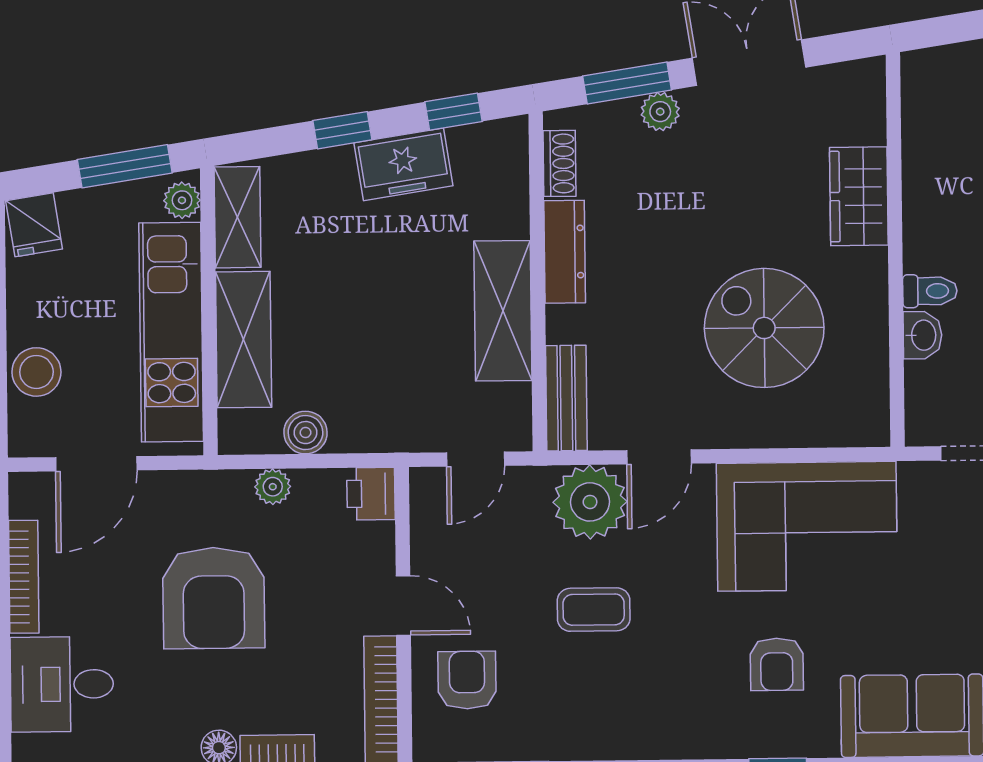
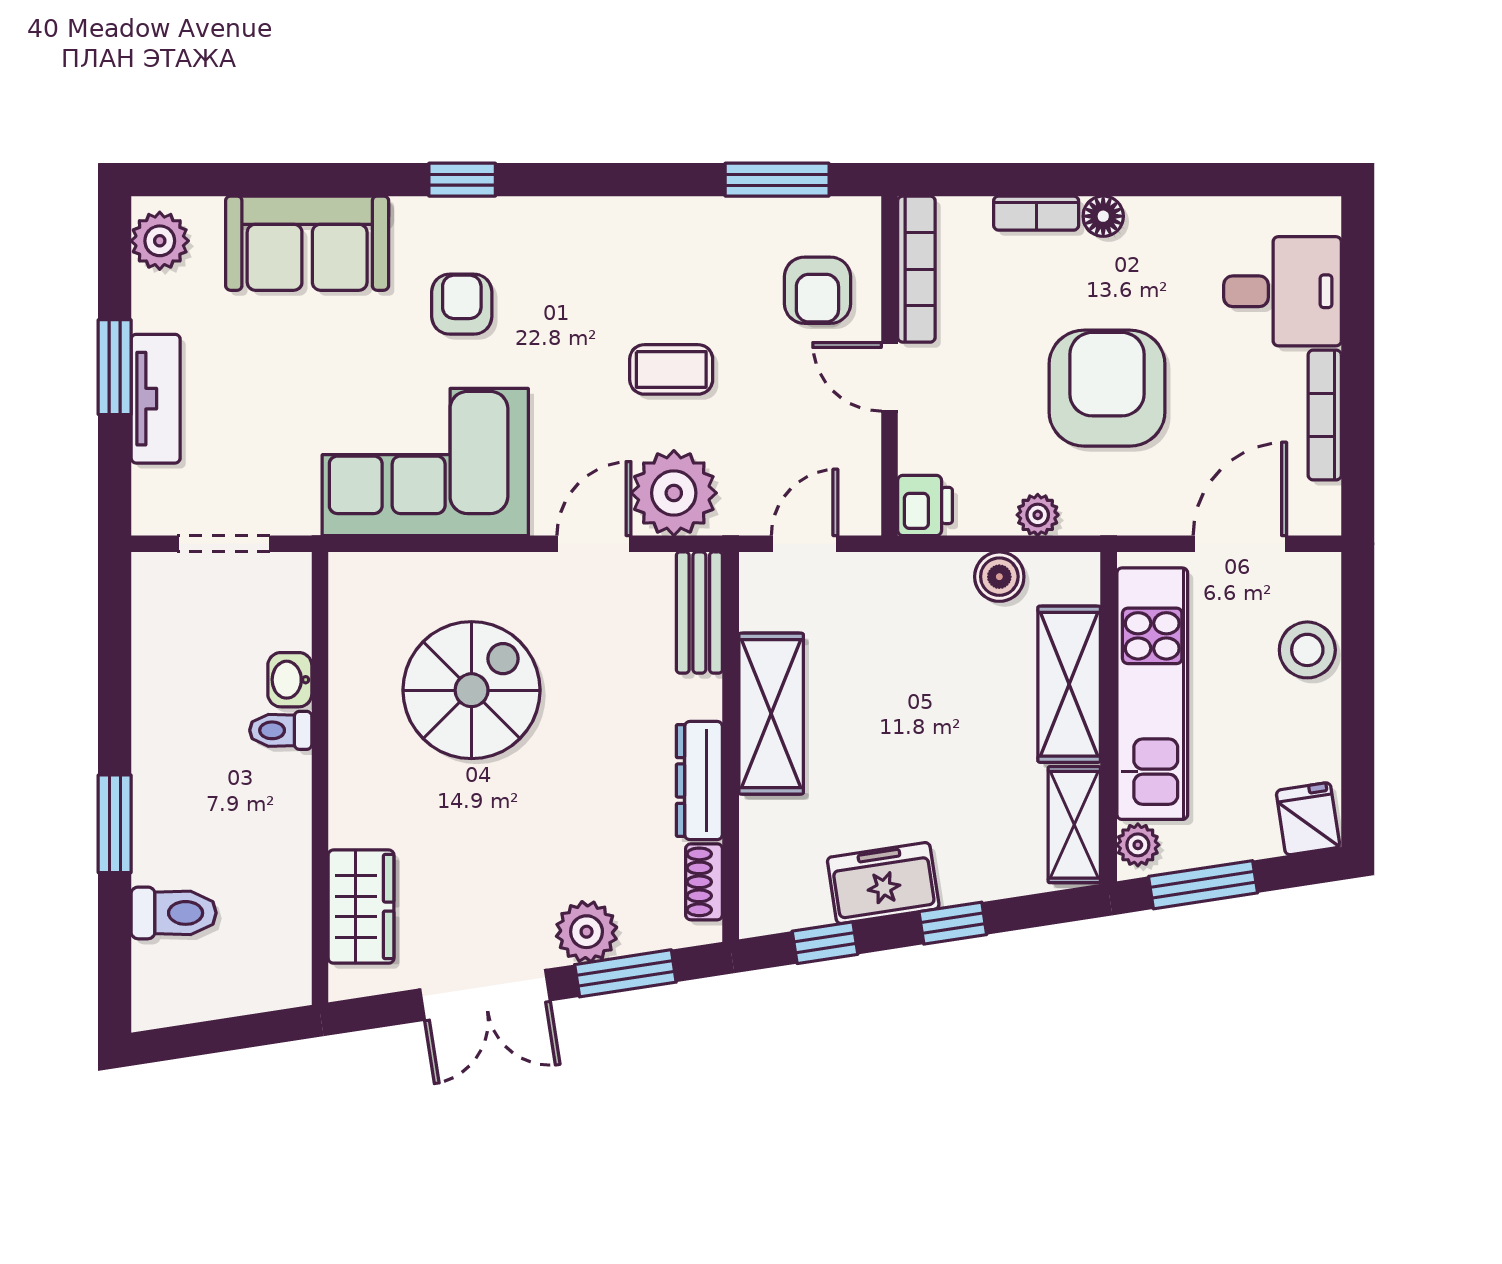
plant: (660, 112) -> (587, 932), width x1.38, depth x1.38
wardrobe: (859, 196) -> (361, 907), moved
spiral stairs: (764, 328) -> (472, 690), turned -90

